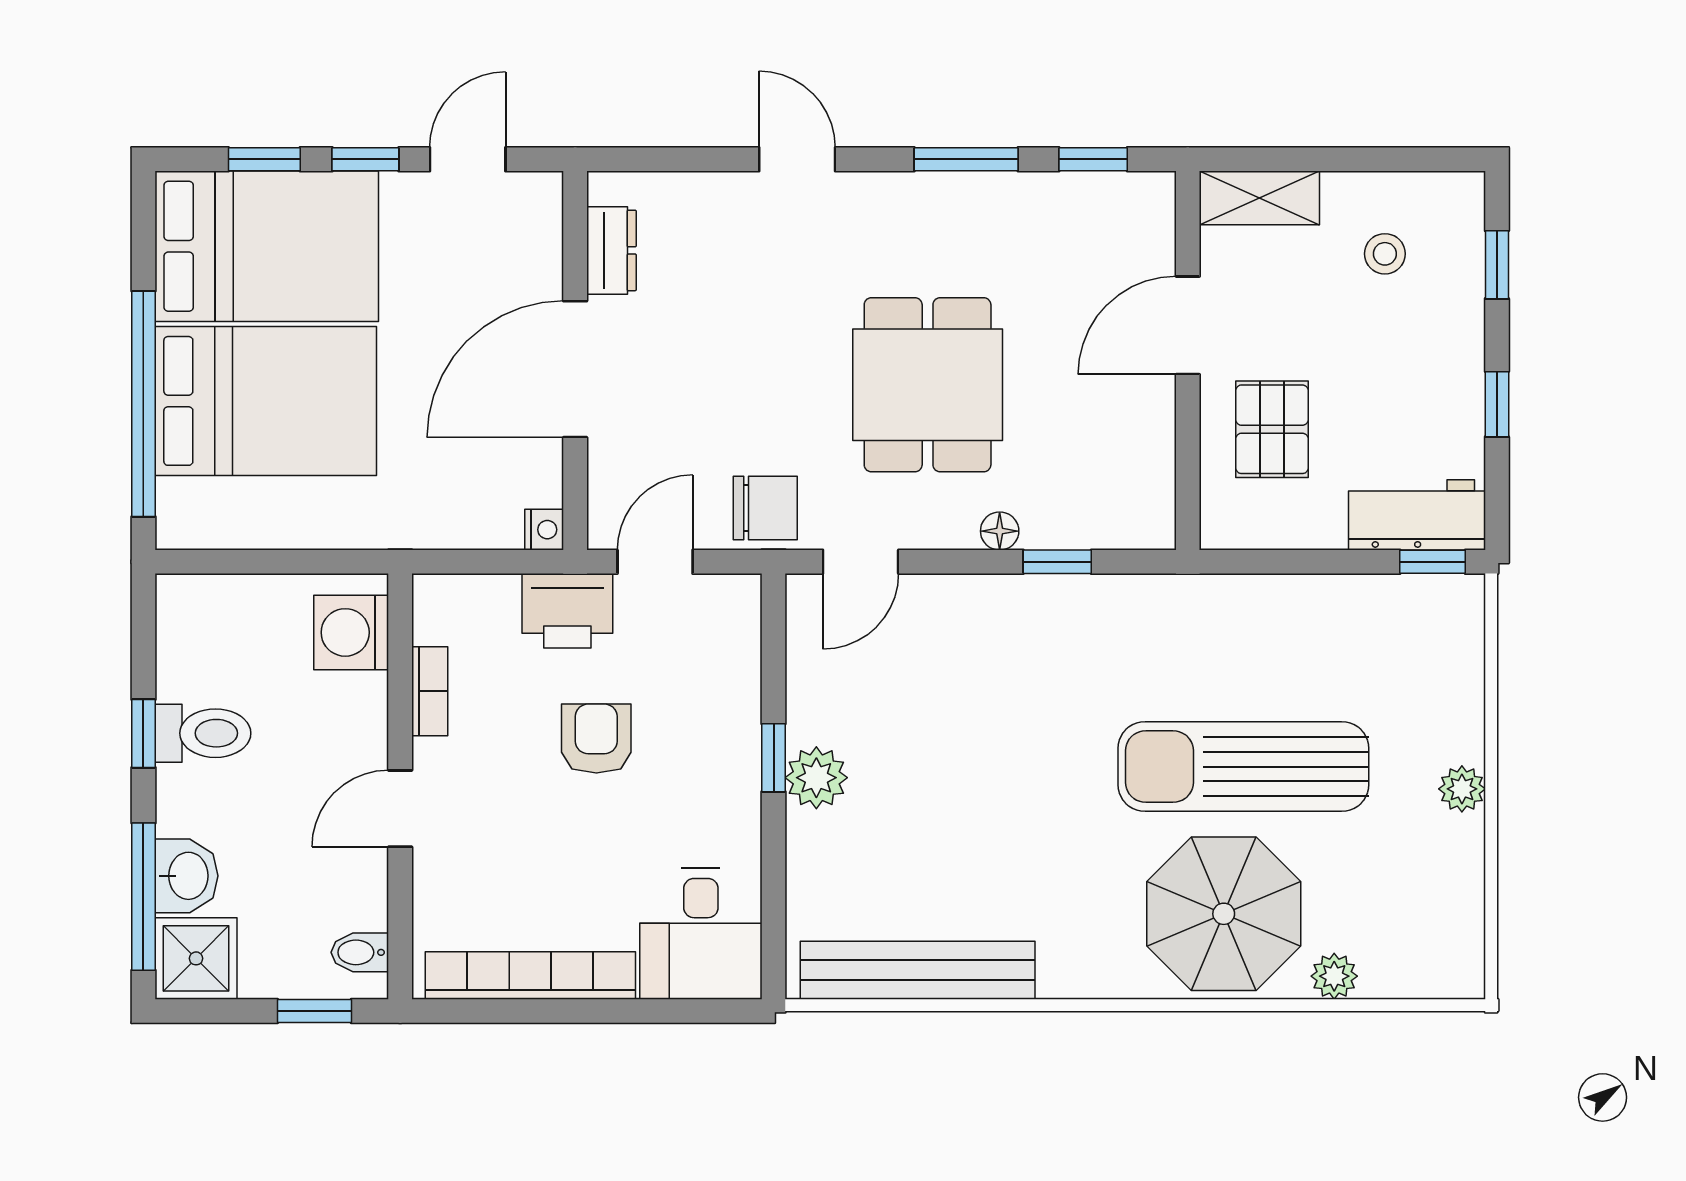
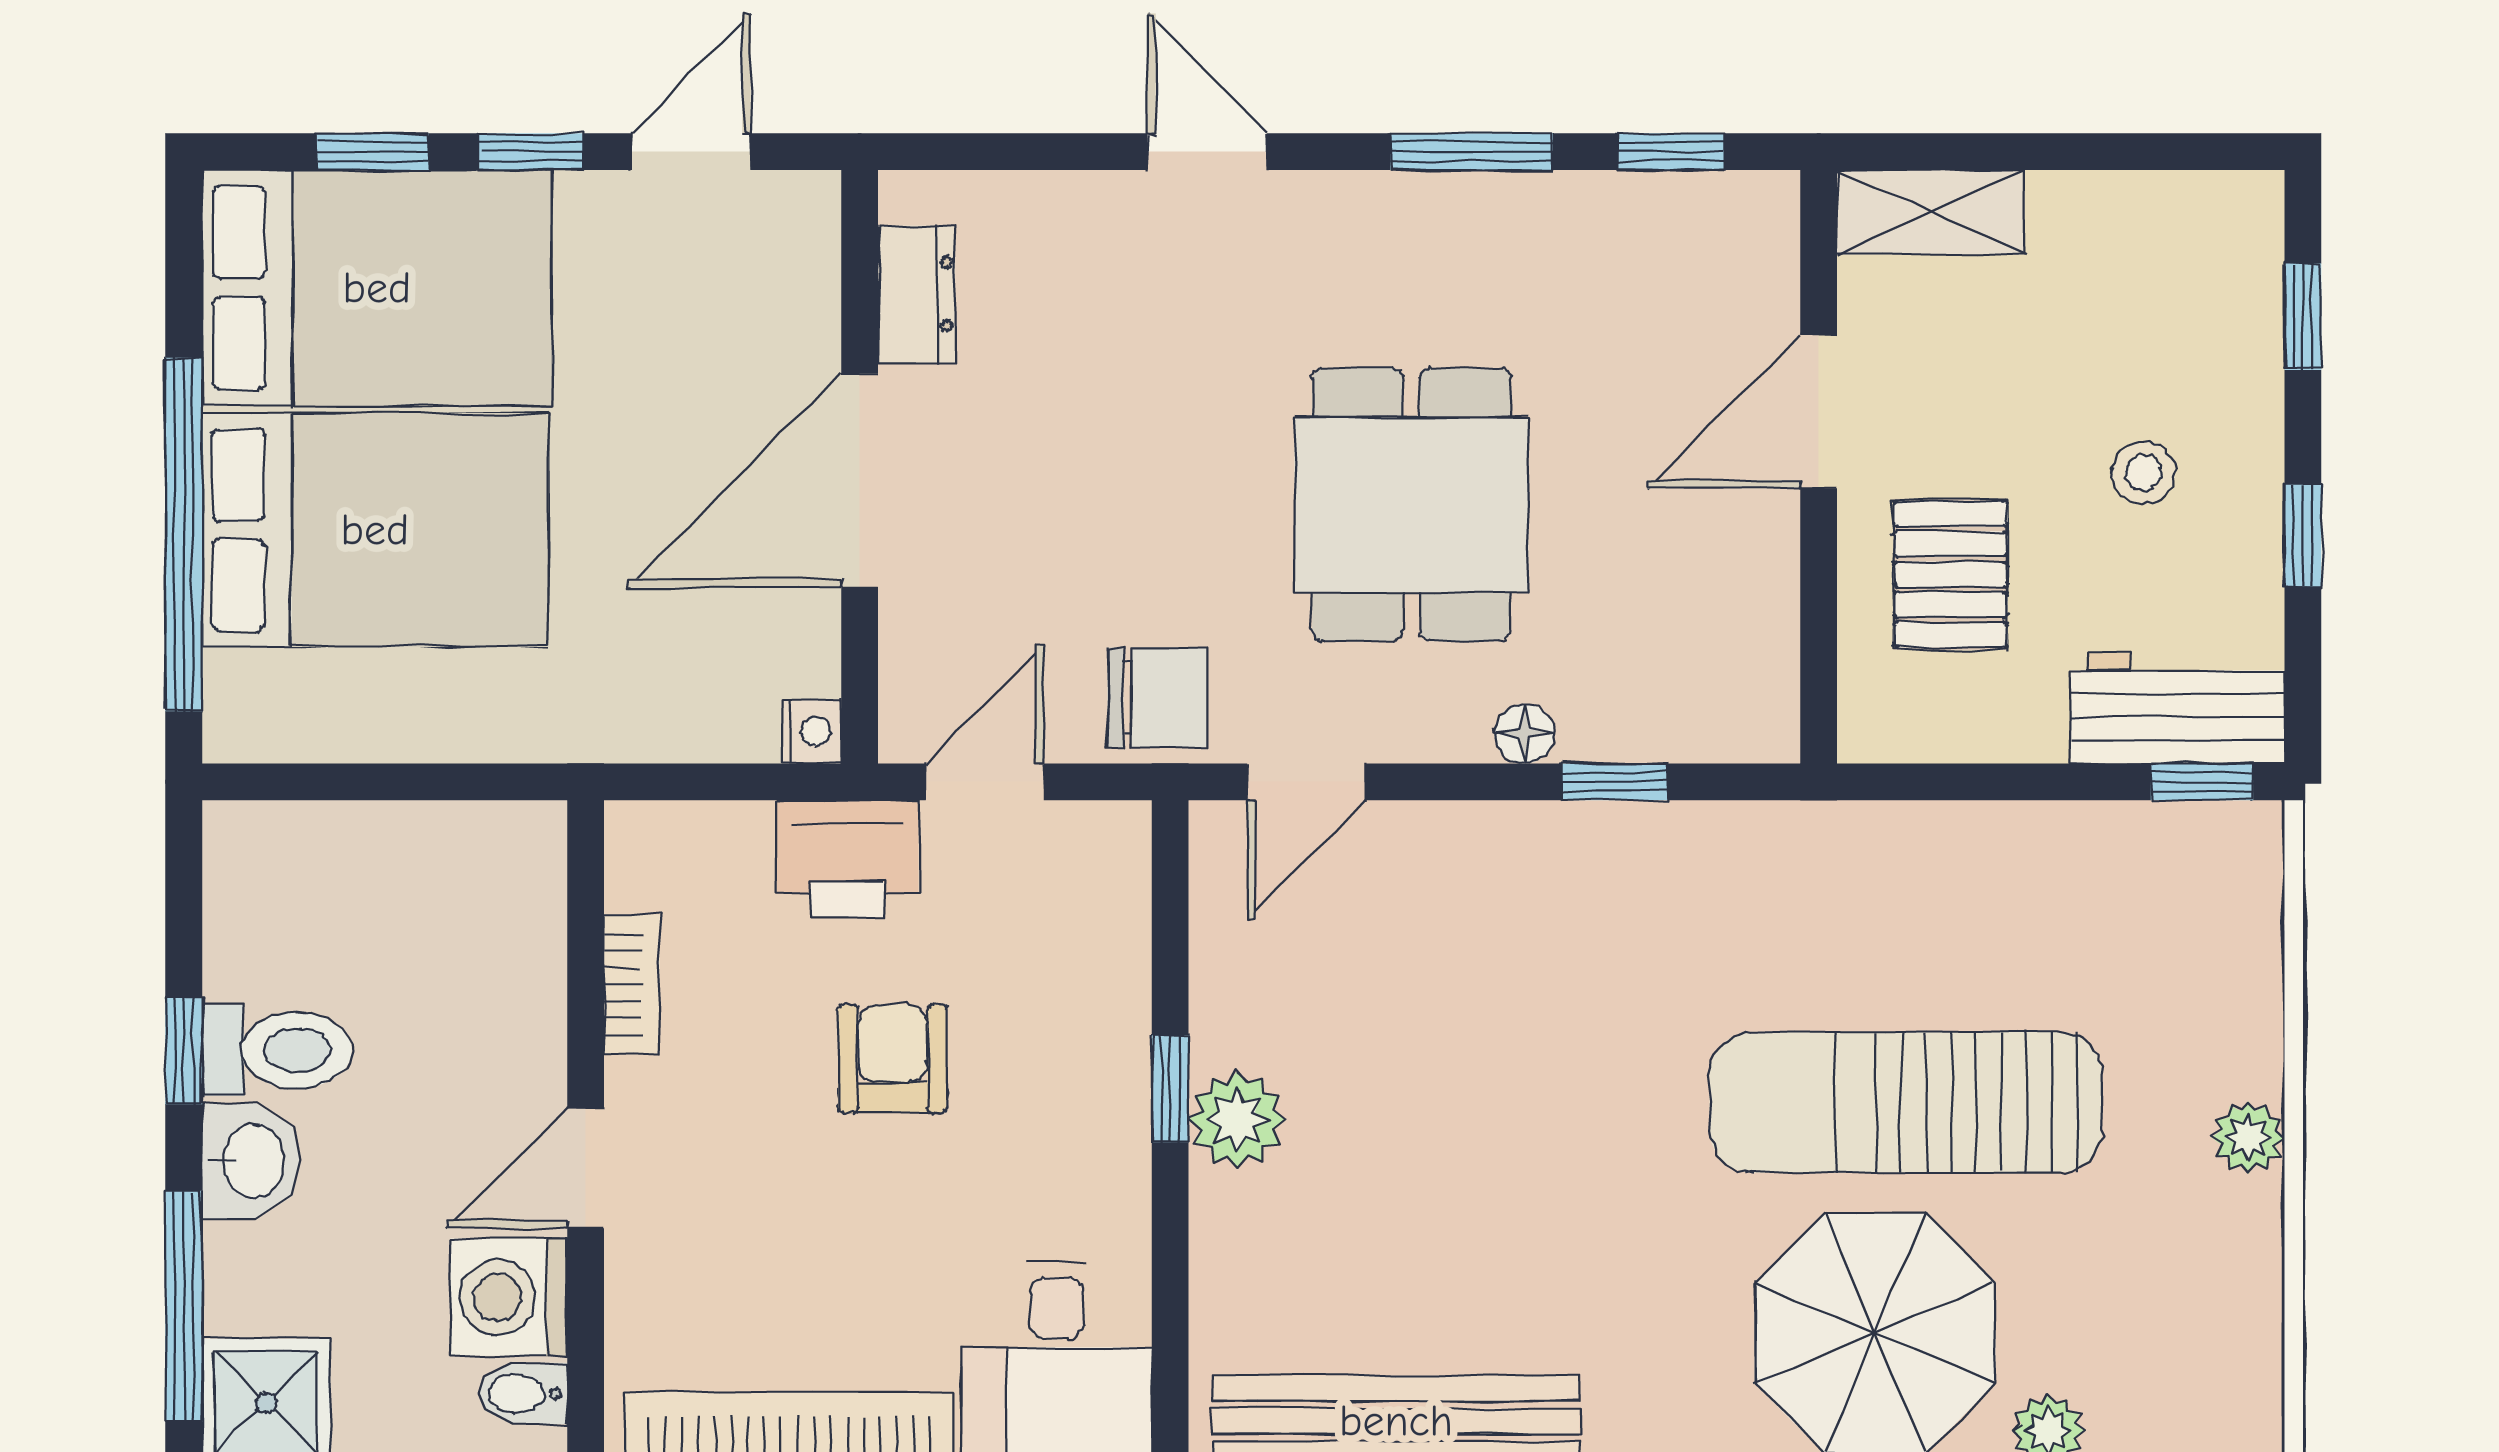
stool: (1385, 254) -> (2143, 473), moved
washing machine: (351, 632) -> (509, 1297), moved
washbasin: (186, 876) -> (251, 1161), moved

